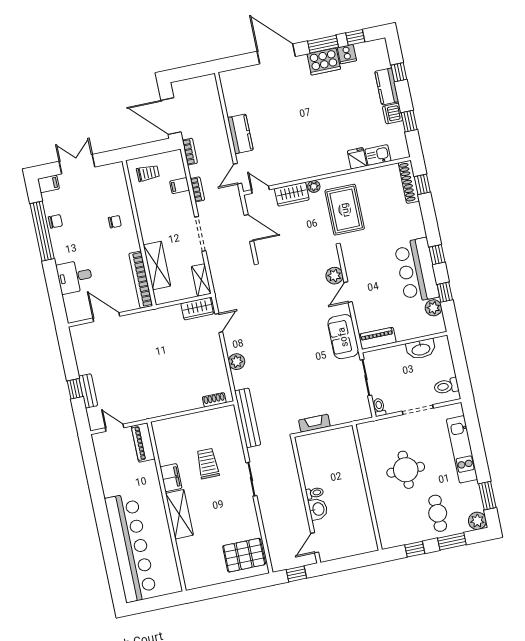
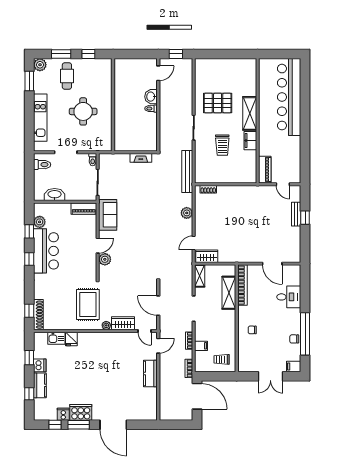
pallet: (244, 555) -> (218, 103), moved

